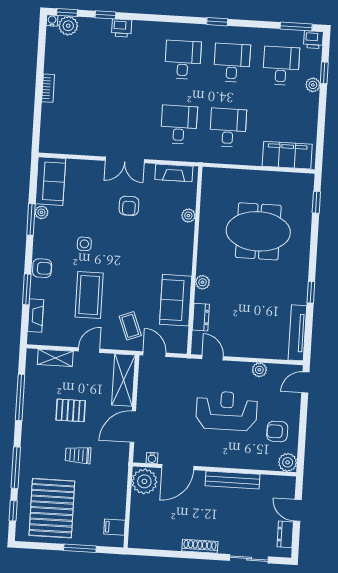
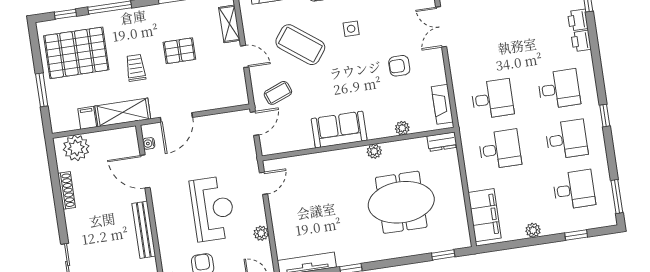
printer: (313, 40) -> (581, 41), moved
plant: (313, 85) -> (533, 230), moved
double door: (125, 160) -> (441, 27), moved
meeting table: (258, 231) -> (401, 202), turned 90
plant: (203, 282) -> (374, 151), moved
coffee table: (89, 295) -> (300, 45), turned 37
sofa: (176, 300) -> (339, 130), moved
dresser: (201, 317) -> (442, 142), moved
shelving: (123, 380) -> (123, 112), moved
pallet: (71, 410) -> (179, 51), turned 90
door: (133, 427) -> (176, 117), swing flipped
plant: (144, 481) -> (76, 148), moved
filing cabinet: (114, 527) -> (87, 118), moved
shoe rack: (200, 546) -> (67, 190), moved

